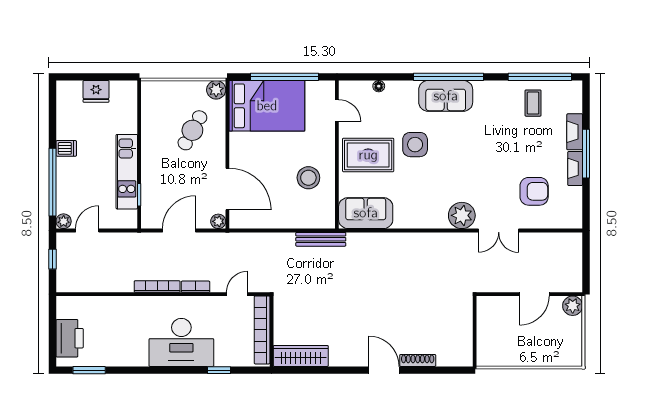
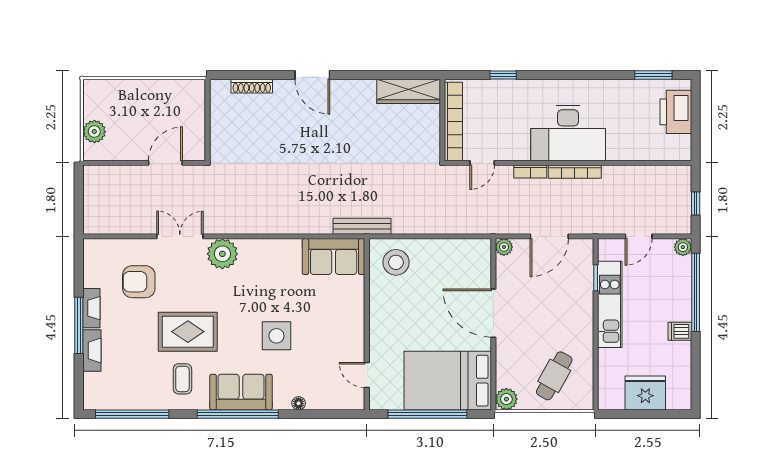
floor lamp: (379, 86) -> (299, 403), moved
fridge: (96, 91) -> (645, 393), width x1.36, depth x1.34
coffee table: (533, 103) -> (182, 379), moved
cafe table: (192, 130) -> (554, 376), moved
rug: (368, 155) -> (188, 332), moved
stool: (308, 178) -> (396, 262), moved
door: (227, 189) -> (493, 313), moved
door: (87, 231) -> (639, 236), moved
bench: (321, 239) -> (362, 226), moved
door: (534, 294) -> (165, 163), moved
plant: (573, 306) -> (94, 132), moved
desk: (181, 342) -> (568, 133), moved, turned 180
shoe rack: (418, 360) -> (252, 86), moved

